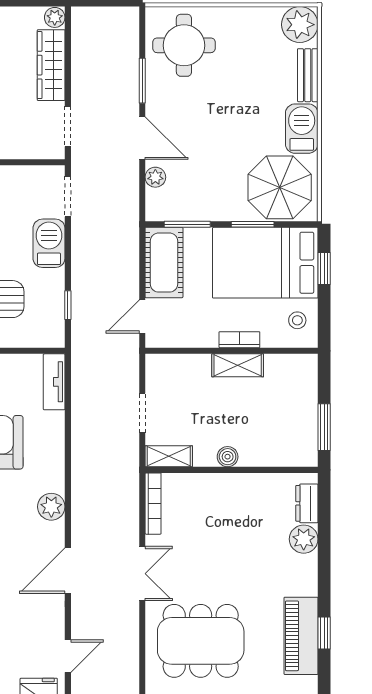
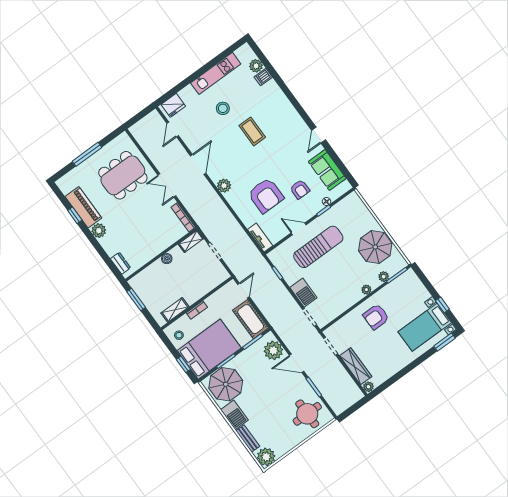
plant: (155, 177) -> (273, 350), width x1.87, depth x1.87
shelving: (238, 365) -> (175, 310), moved
plant: (304, 539) -> (99, 231), moved

